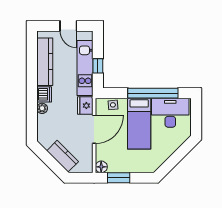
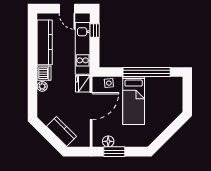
window: (98, 66) -> (95, 30), moved
desk: (170, 113) -> (163, 90), removed
floor lamp: (101, 167) -> (108, 141), moved

